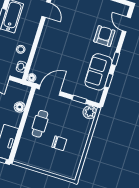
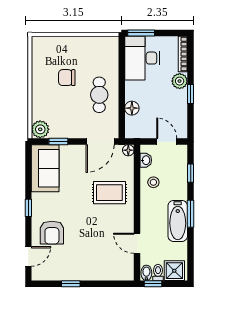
door: (126, 24) -> (28, 256), hinge flipped
rug: (54, 52) -> (109, 193), added
sofa: (98, 72) -> (45, 168), moved
window: (109, 81) -> (28, 177), removed

